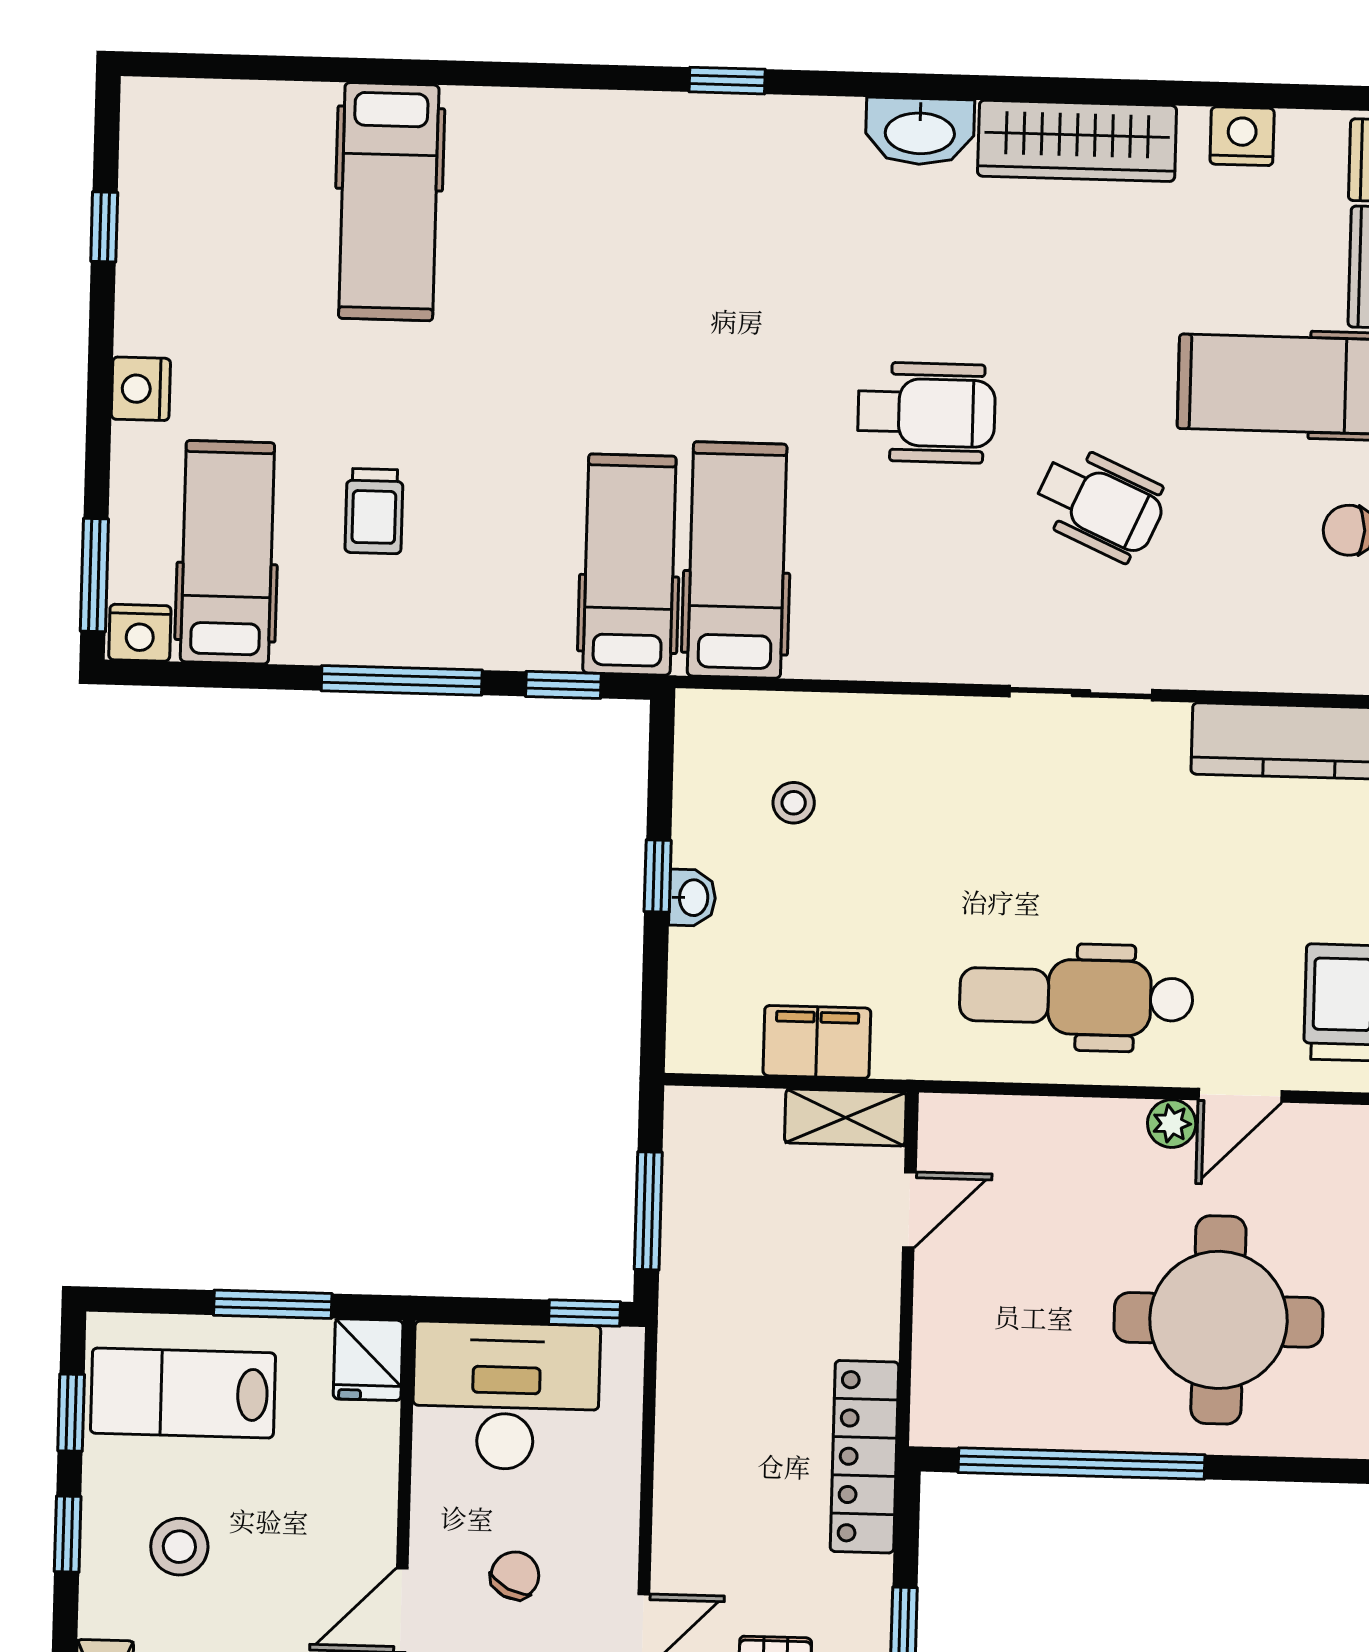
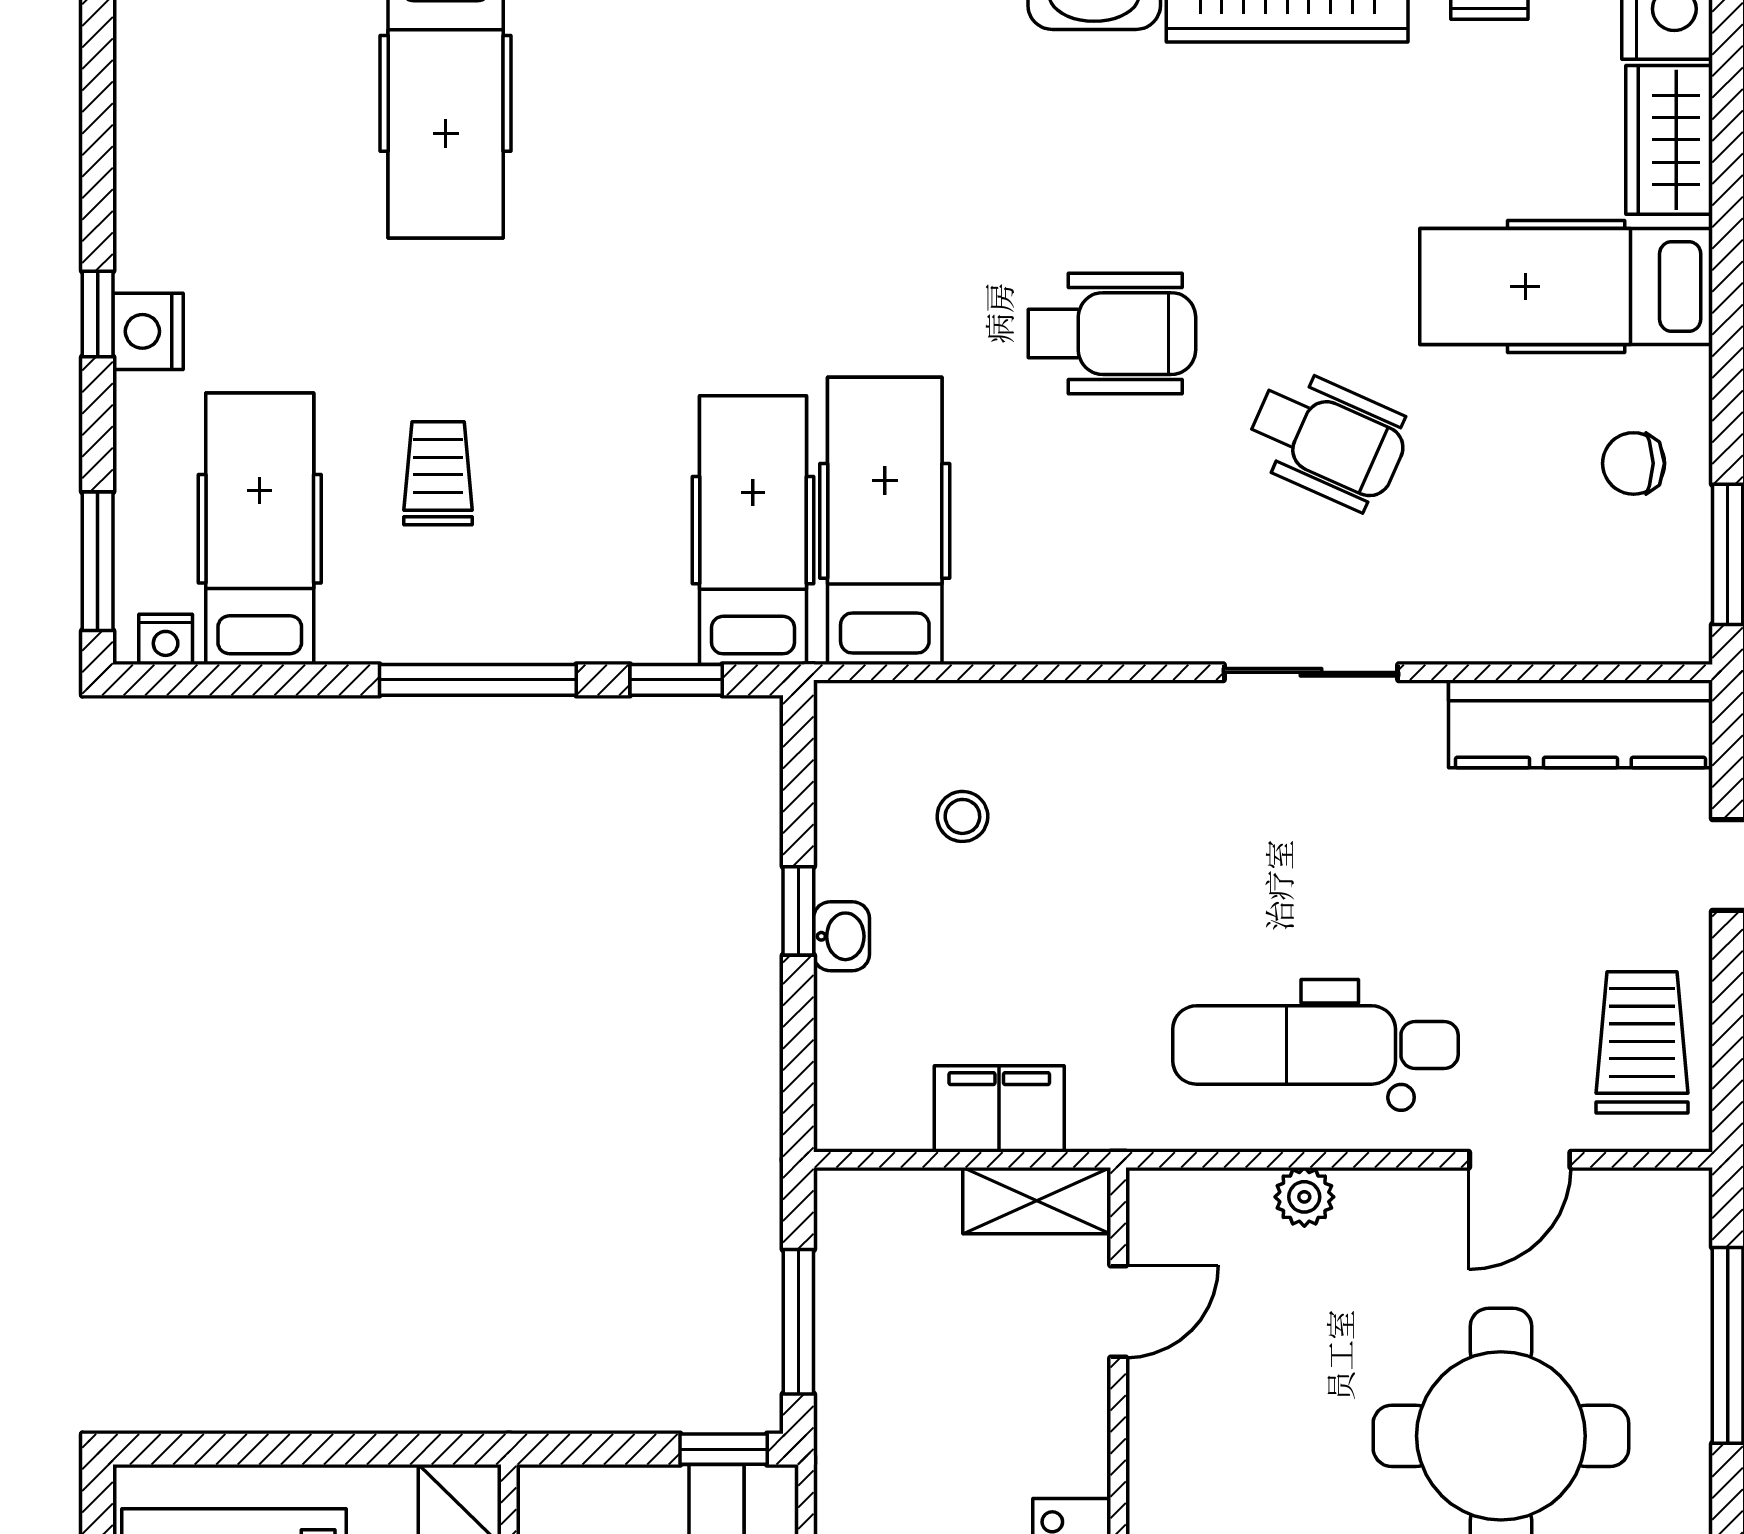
window: (104, 227) -> (98, 314), moved
trolley: (374, 511) -> (438, 473), turned 180
nightstand: (140, 633) -> (166, 639), width x0.72, depth x0.74
plant: (1172, 1124) -> (1304, 1197), moved
window: (273, 1304) -> (341, 1449), removed

